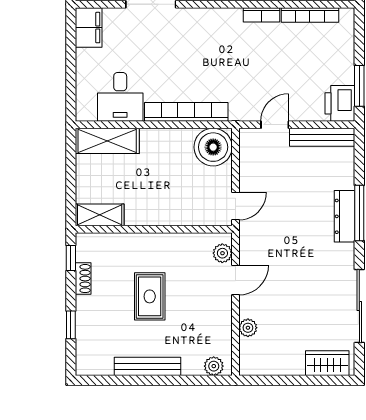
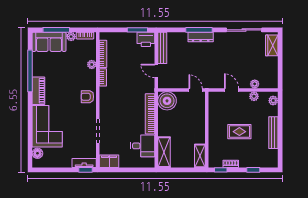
plant: (222, 253) -> (254, 96), moved

